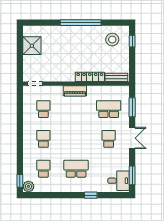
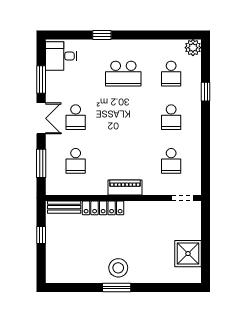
window: (81, 23) -> (117, 288), width x0.47
stool: (112, 40) -> (118, 268), moved
window: (132, 41) -> (41, 235), moved
school desk: (109, 109) -> (76, 161), width x0.54
double door: (132, 138) -> (41, 118), swing flipped
window: (132, 175) -> (41, 80), moved
window: (20, 181) -> (206, 92), moved

